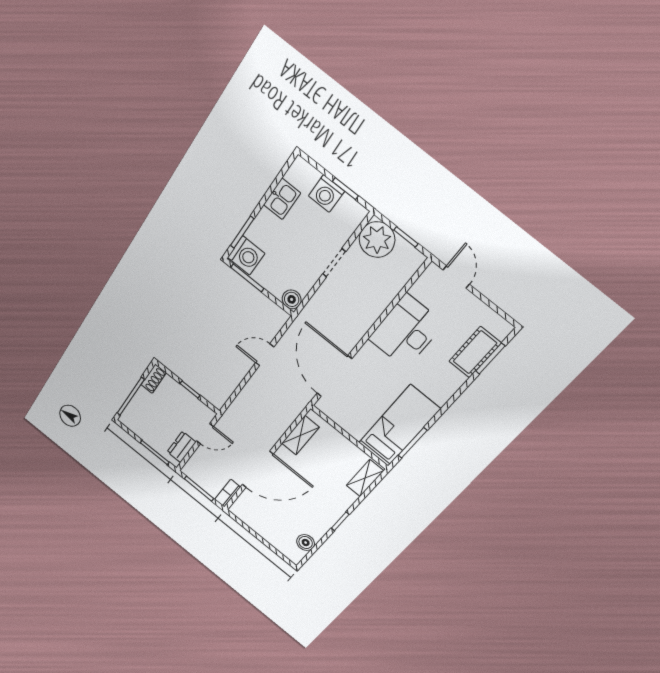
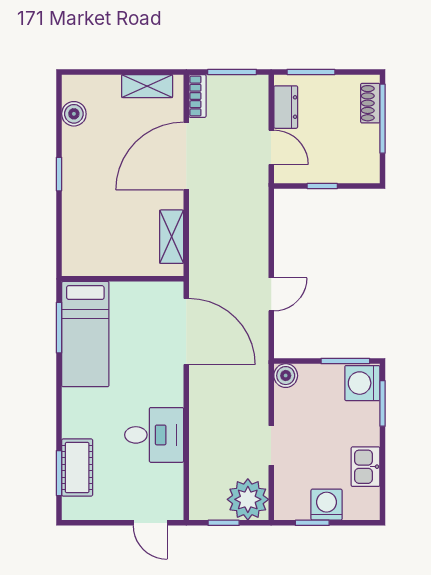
desk: (406, 331) -> (154, 435), width x0.73
shoe rack: (154, 379) -> (370, 103), moved
door: (205, 434) -> (271, 147), swing flipped
shelving: (365, 478) -> (147, 86), moved, turned 90

